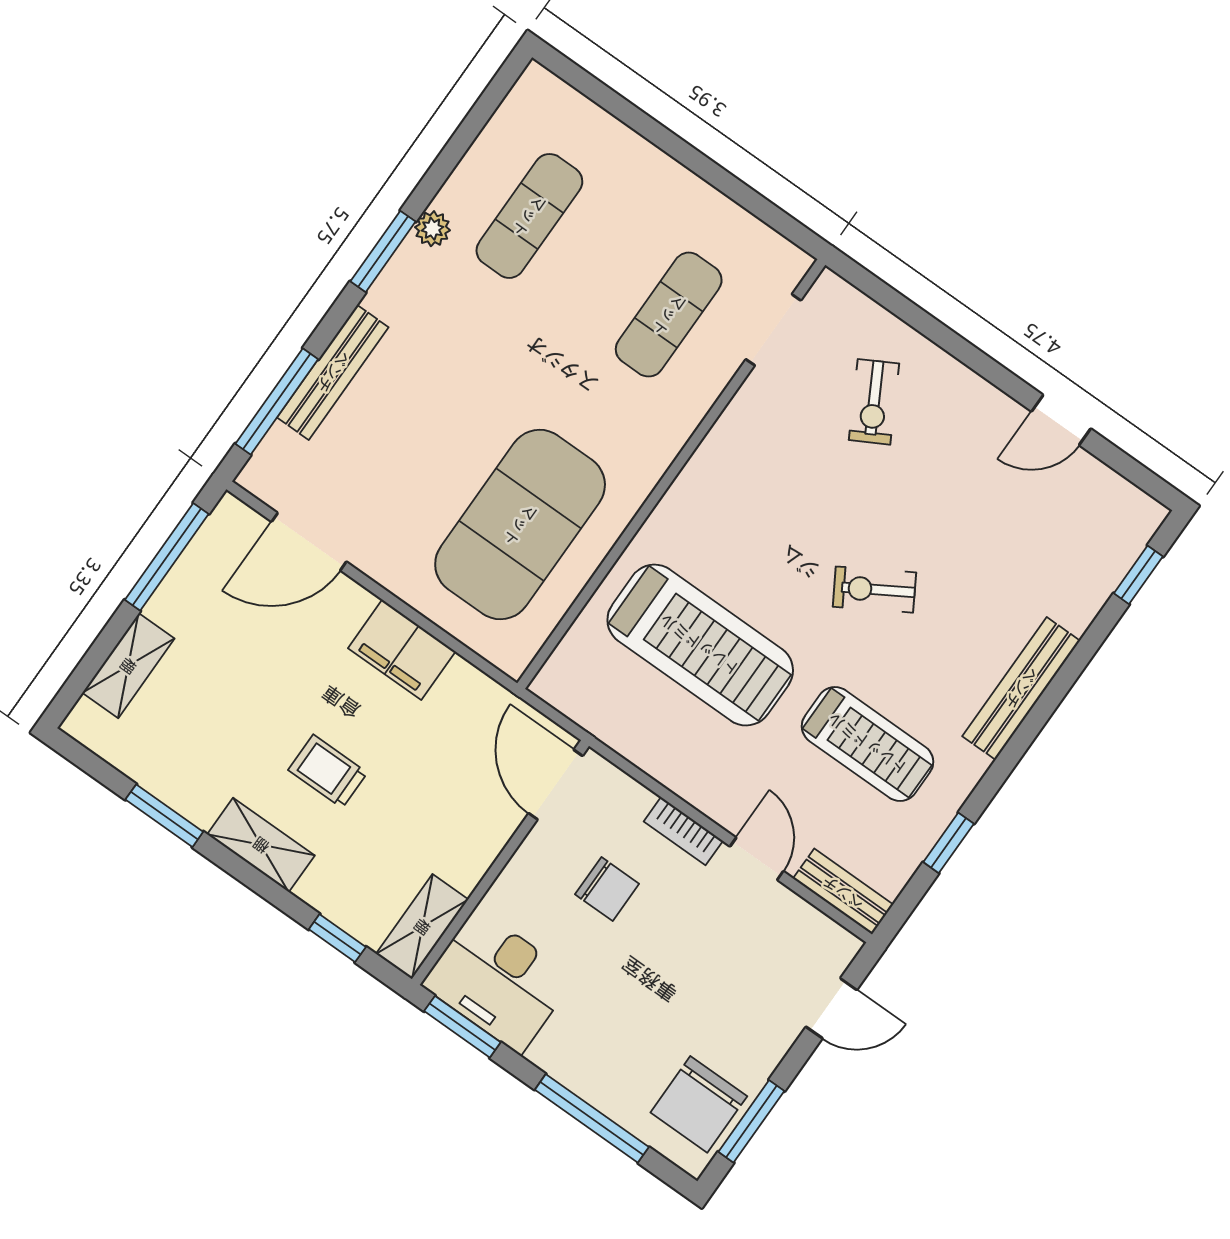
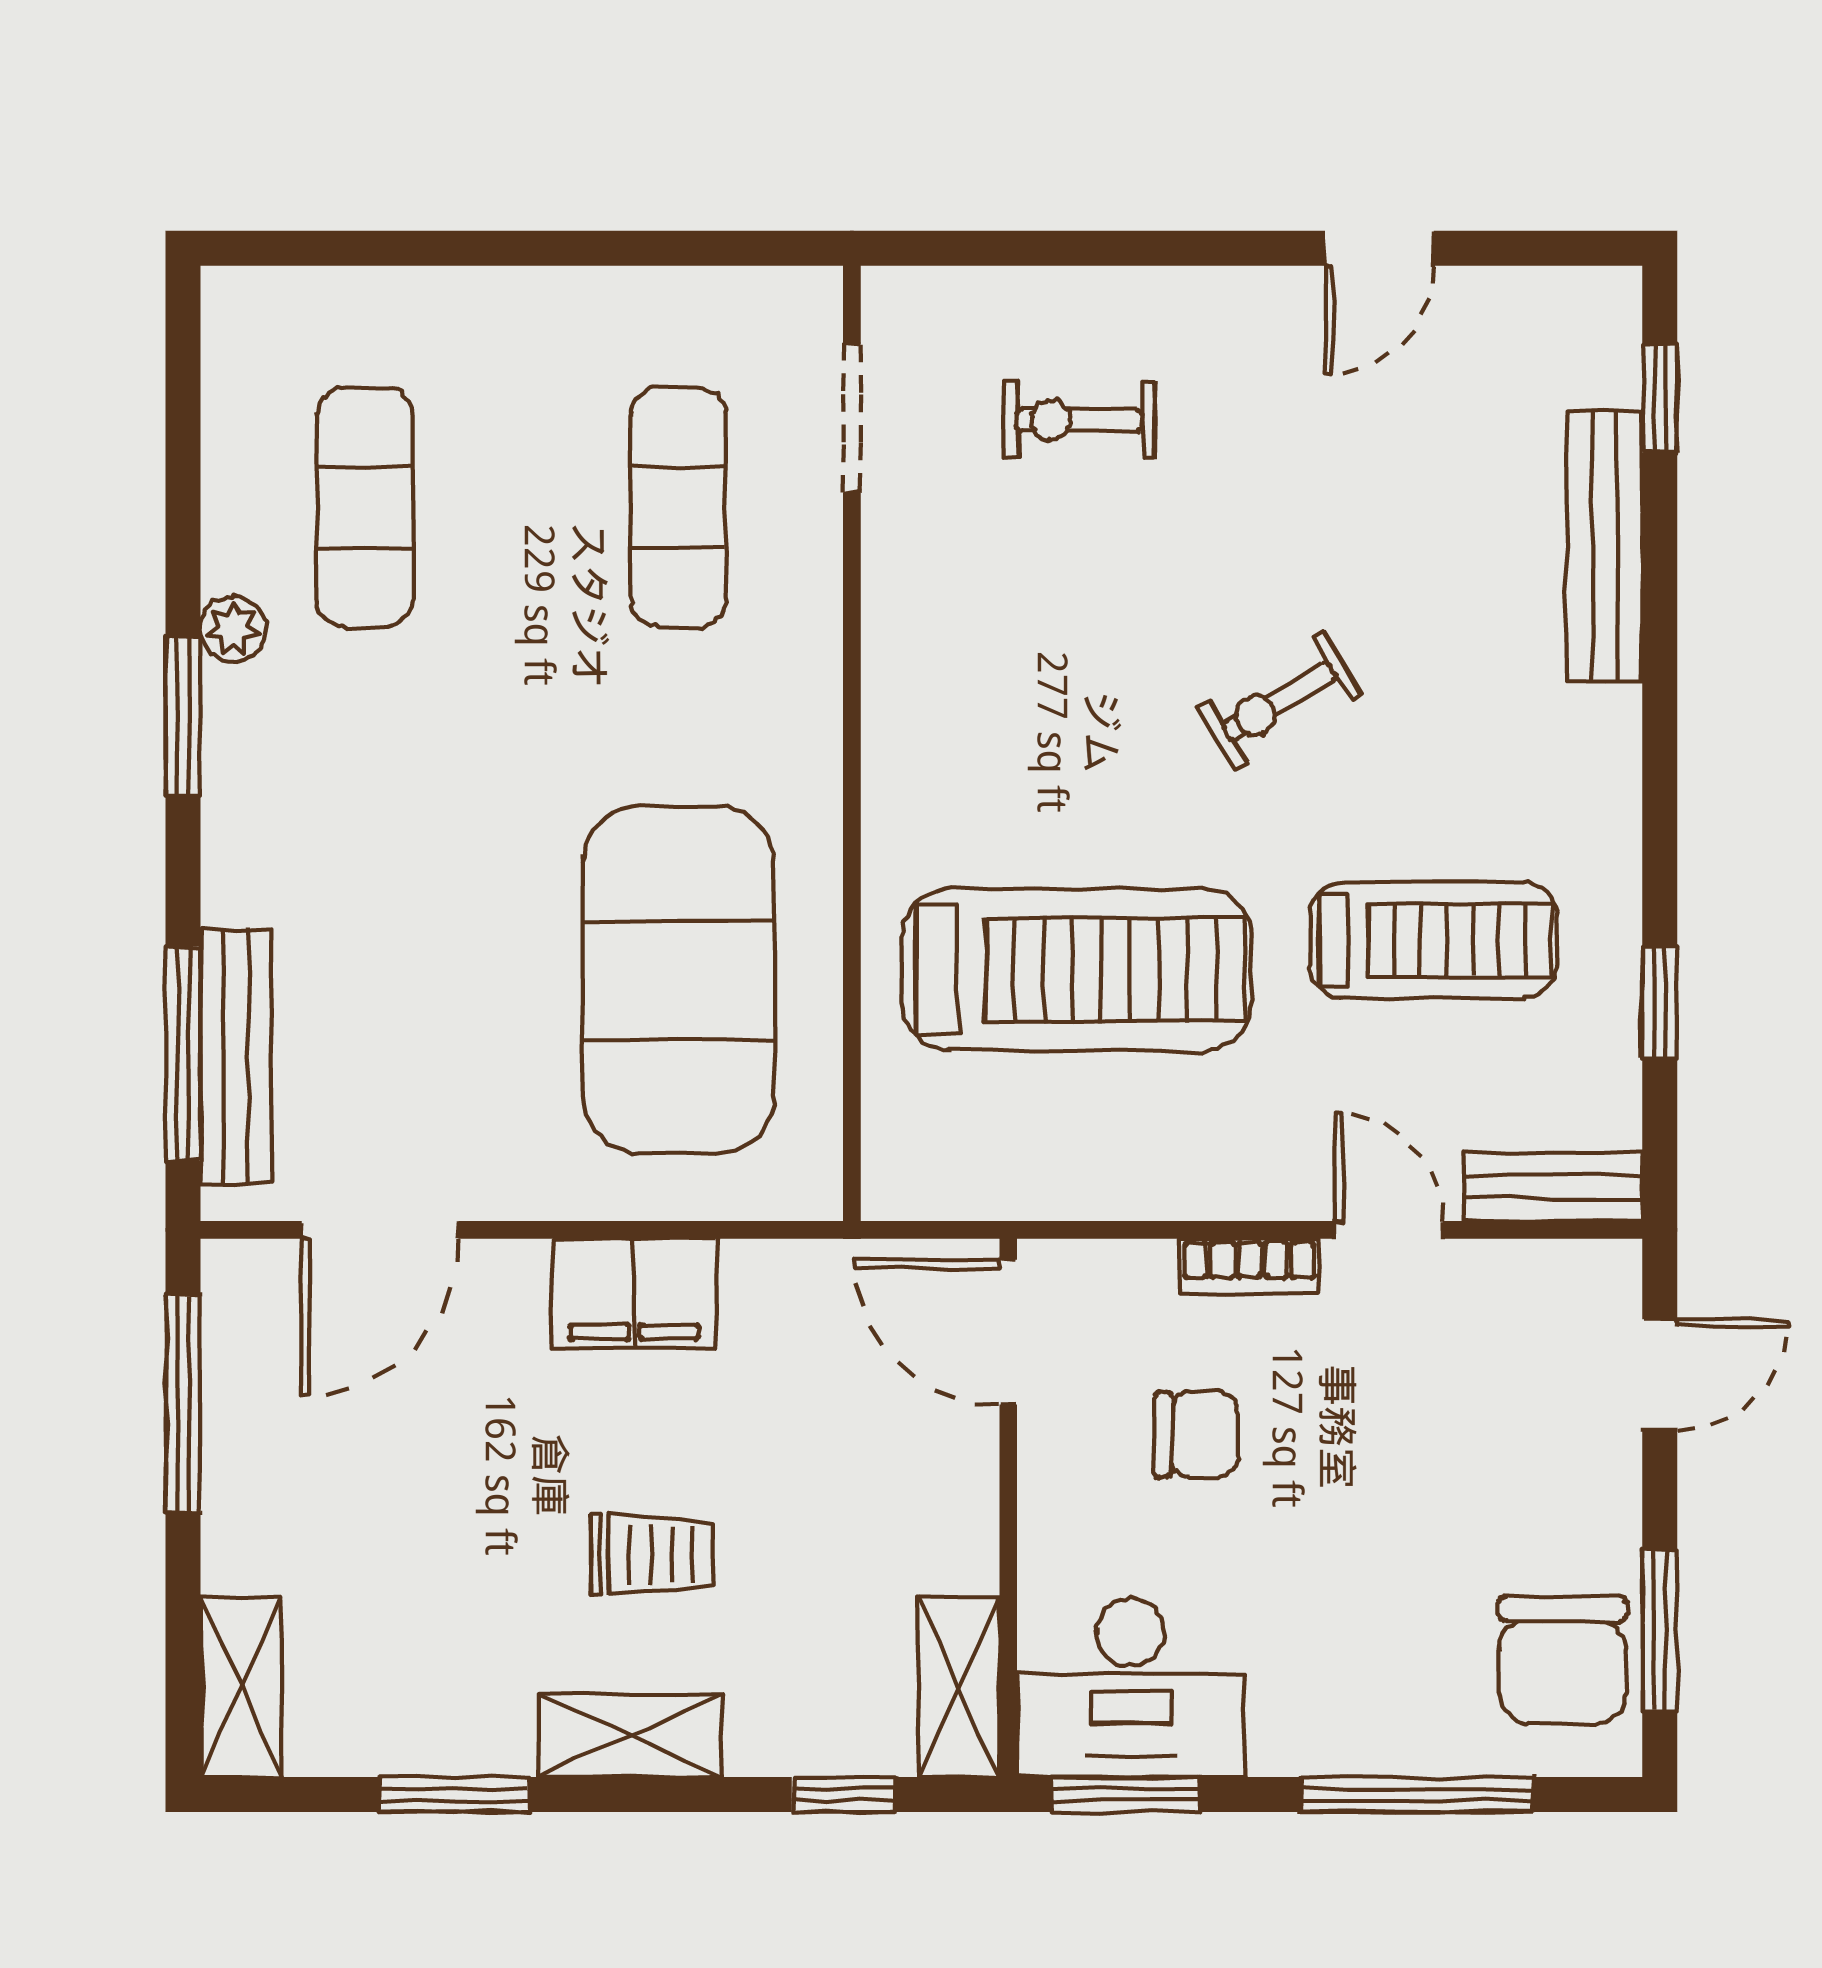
bench: (333, 372) -> (236, 1057), moved
exercise bike: (874, 402) -> (1079, 420), turned 119
shelving: (128, 666) -> (241, 1687), moved
bench: (1021, 688) -> (1605, 546), moved
trolley: (328, 771) -> (652, 1554), turned 180

